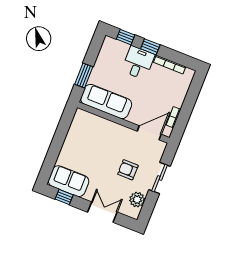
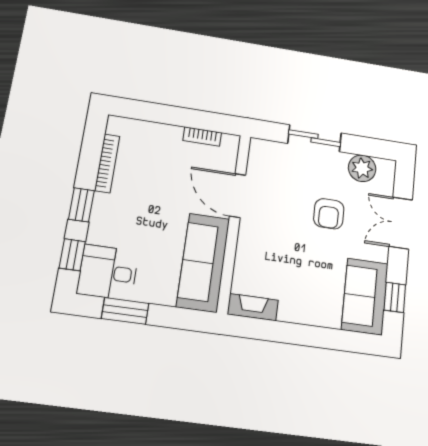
desk: (138, 63) -> (108, 272), moved
window: (84, 76) -> (125, 311), moved
fireplace: (77, 121) -> (253, 307), added
door: (149, 133) -> (238, 196), moved
armchair: (128, 170) -> (329, 214), moved

